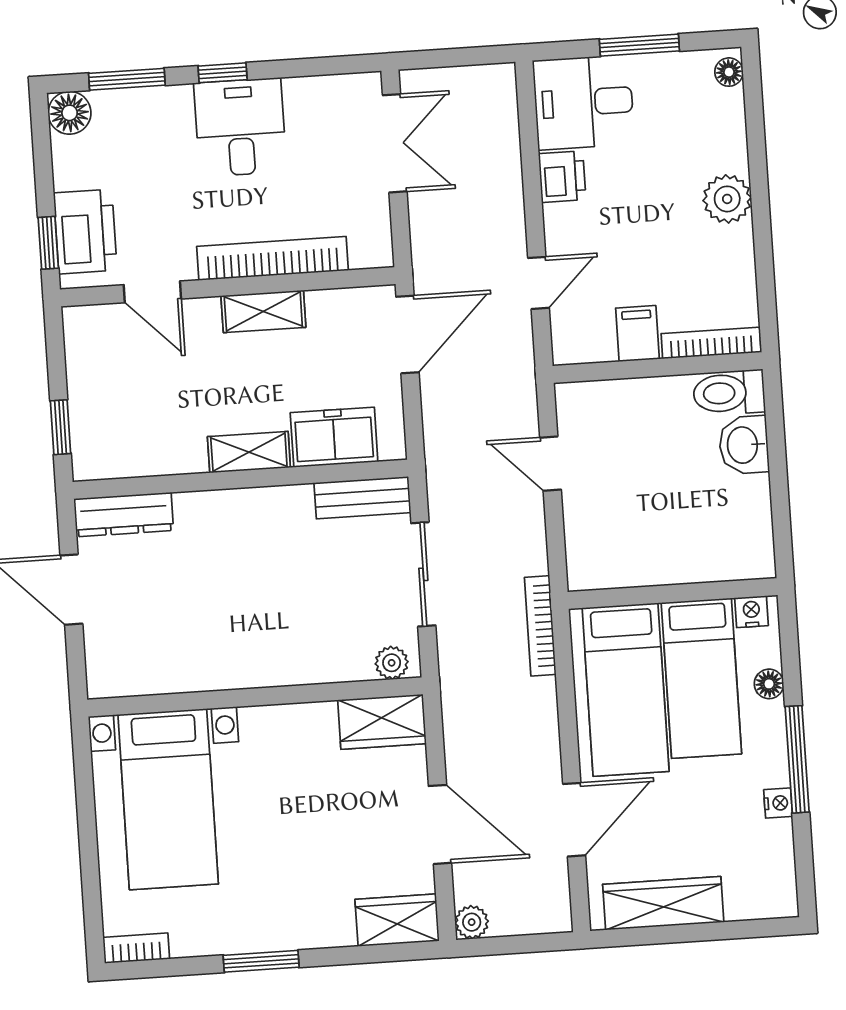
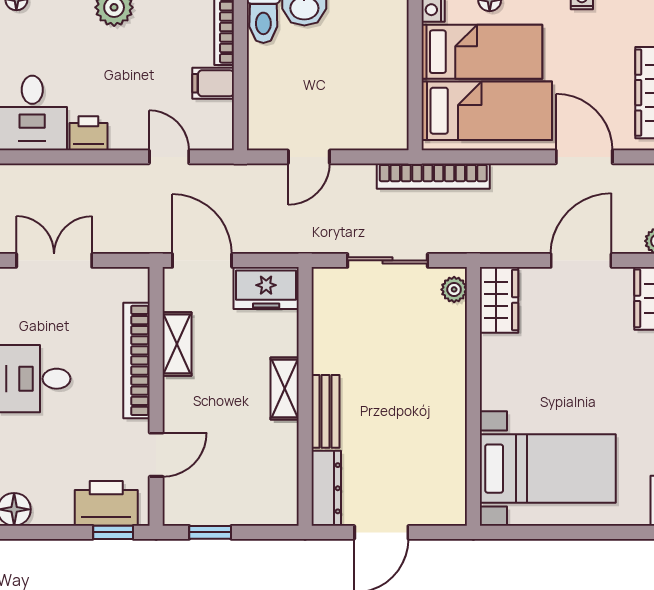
shelving: (263, 311) -> (177, 344), moved
window: (61, 427) -> (210, 532), moved
freezer: (334, 437) -> (266, 288), moved, turned -90
bench: (362, 498) -> (325, 411), moved
bookcase: (540, 626) -> (433, 176), width x1.48, depth x1.31

